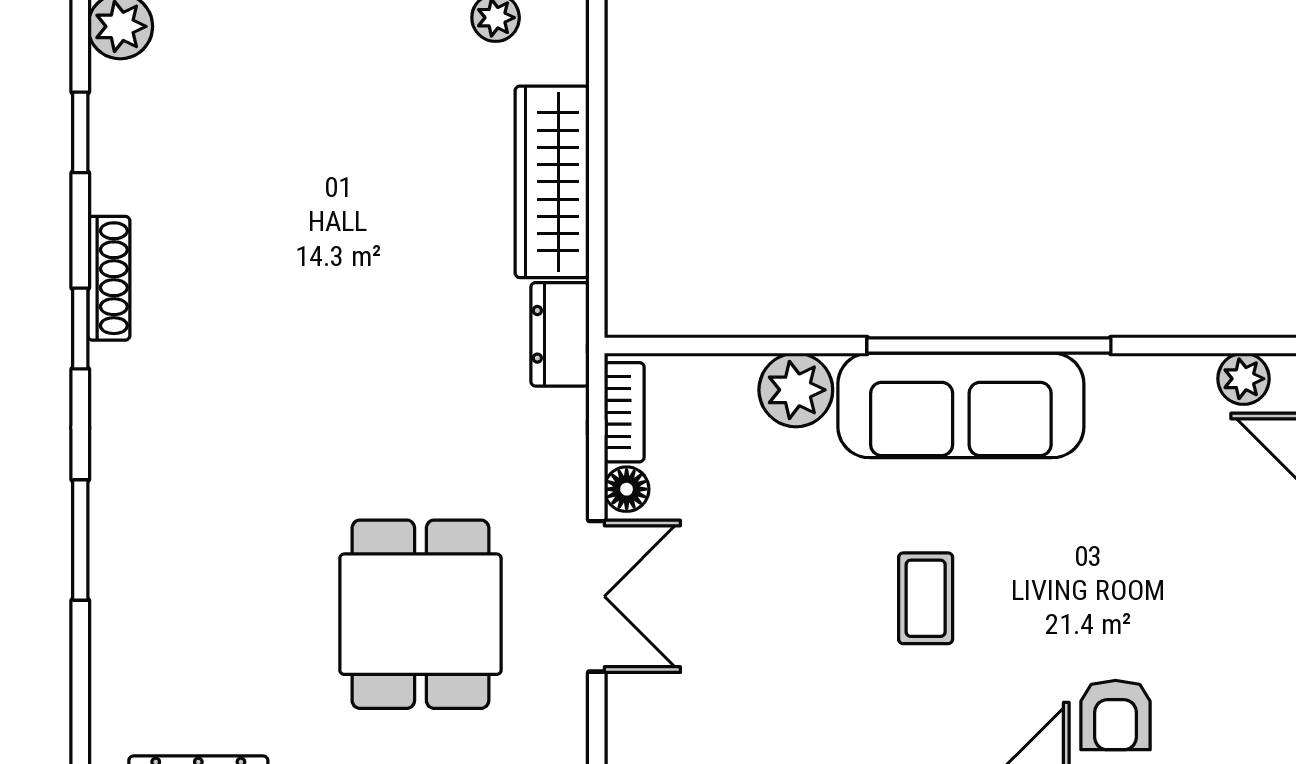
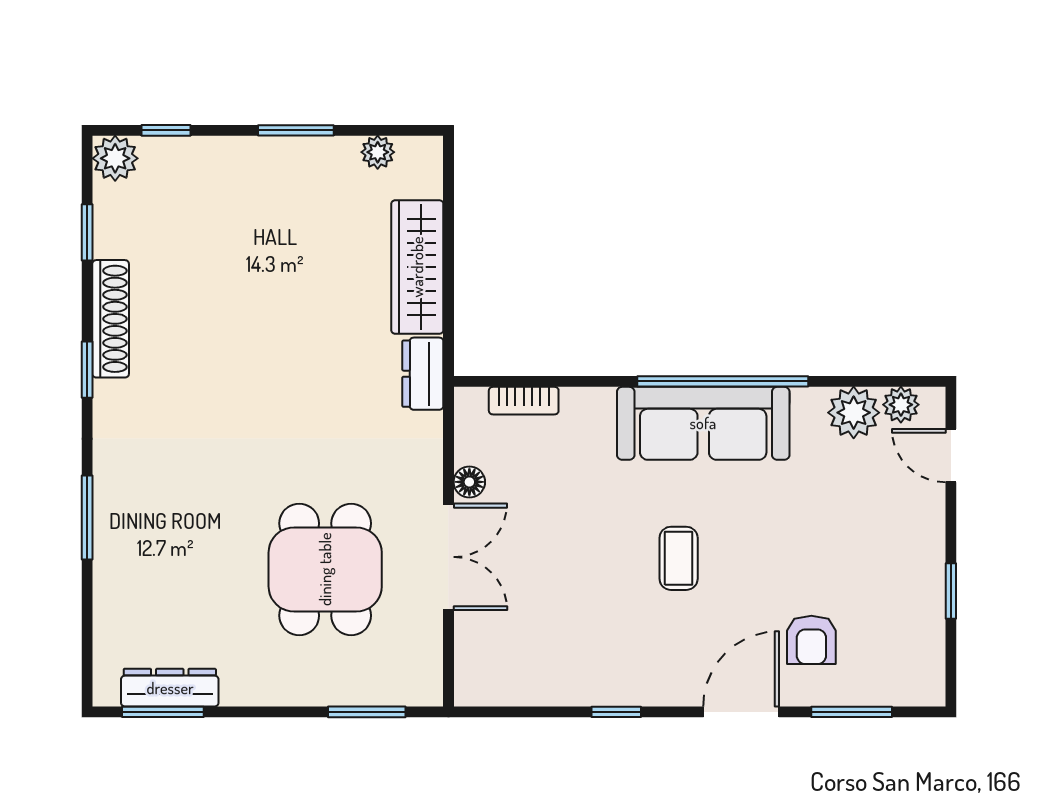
shoe rack: (109, 278) -> (111, 319), width x1.36, depth x1.24
plant: (796, 390) -> (854, 413), moved
bookcase: (624, 412) -> (524, 401), moved, turned 90

